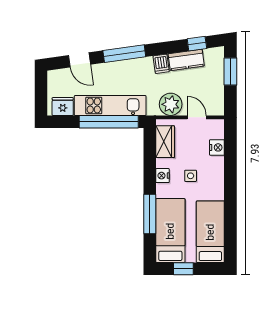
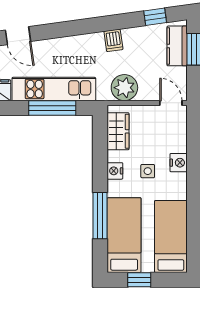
window: (124, 54) -> (70, 28), removed
kitchen counter: (186, 60) -> (177, 46), moved, turned 98
door: (197, 117) -> (171, 103), moved
window: (109, 122) -> (52, 108), width x0.68
nightstand: (217, 147) -> (179, 163), moved

